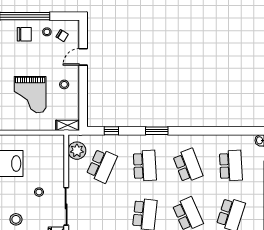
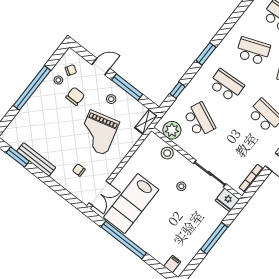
chair: (24, 34) -> (75, 96), moved
door: (83, 57) -> (101, 67), swing flipped
window: (83, 90) -> (127, 87), added
grand piano: (30, 95) -> (98, 133), turned 75
stool: (16, 219) -> (167, 153), moved

